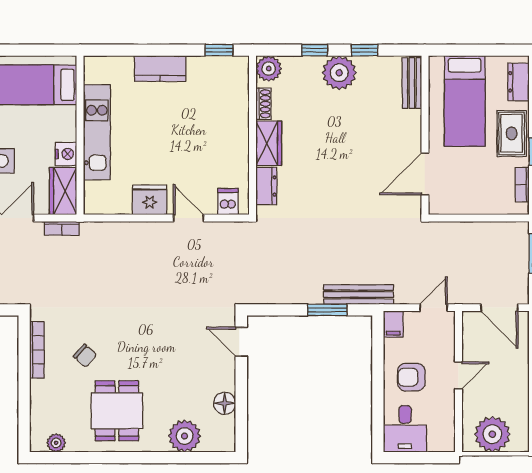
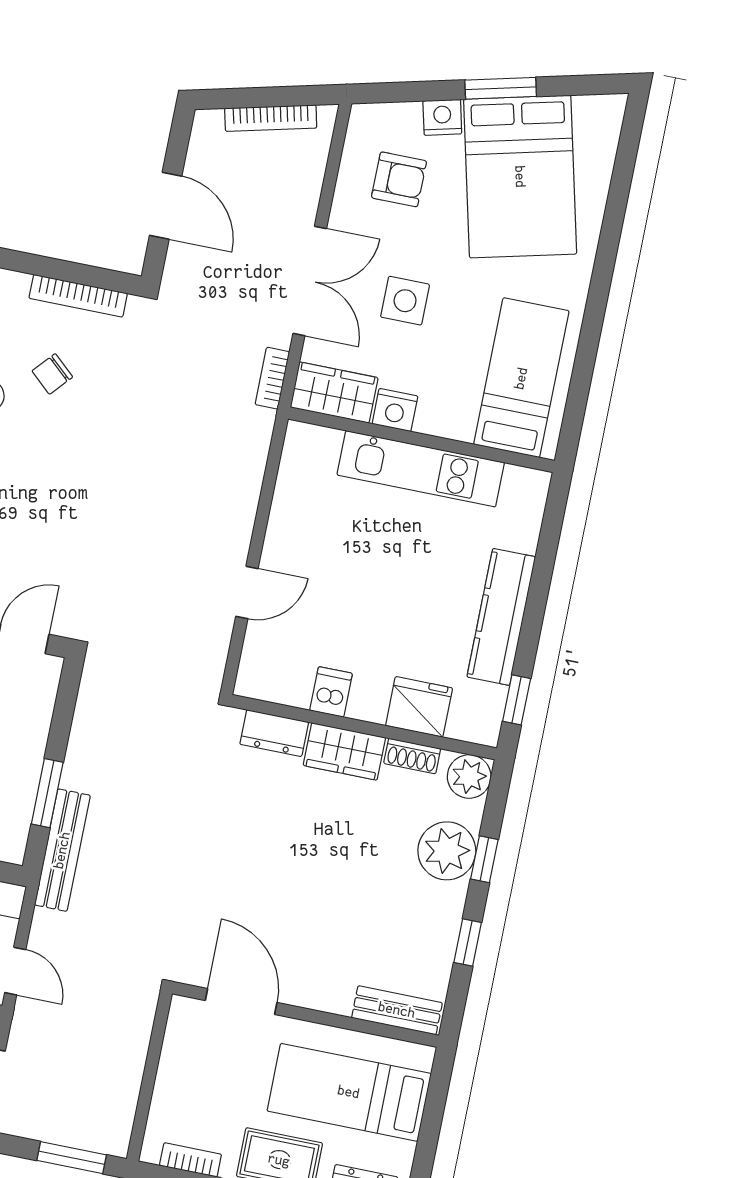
kitchen counter: (160, 69) -> (501, 617), width x1.50
plant: (339, 73) -> (447, 851), moved
fridge: (150, 200) -> (419, 707), moved, turned -90
dishwasher: (228, 202) -> (331, 692), moved, turned -90

